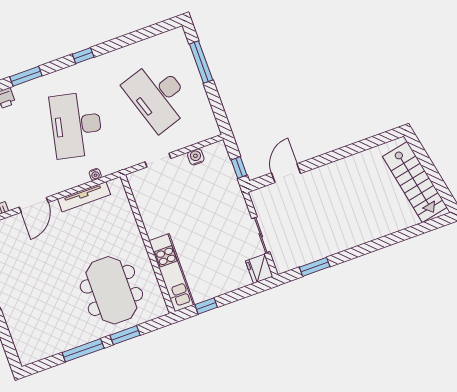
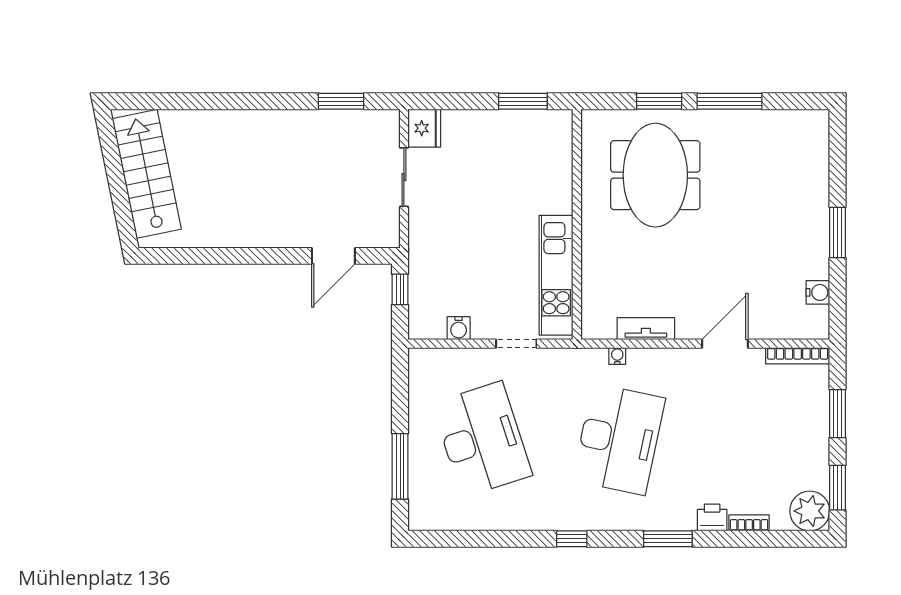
tv unit: (84, 197) -> (646, 329), width x0.71
kitchen unit: (172, 273) -> (556, 275), moved
window: (206, 306) -> (523, 101), width x1.50

